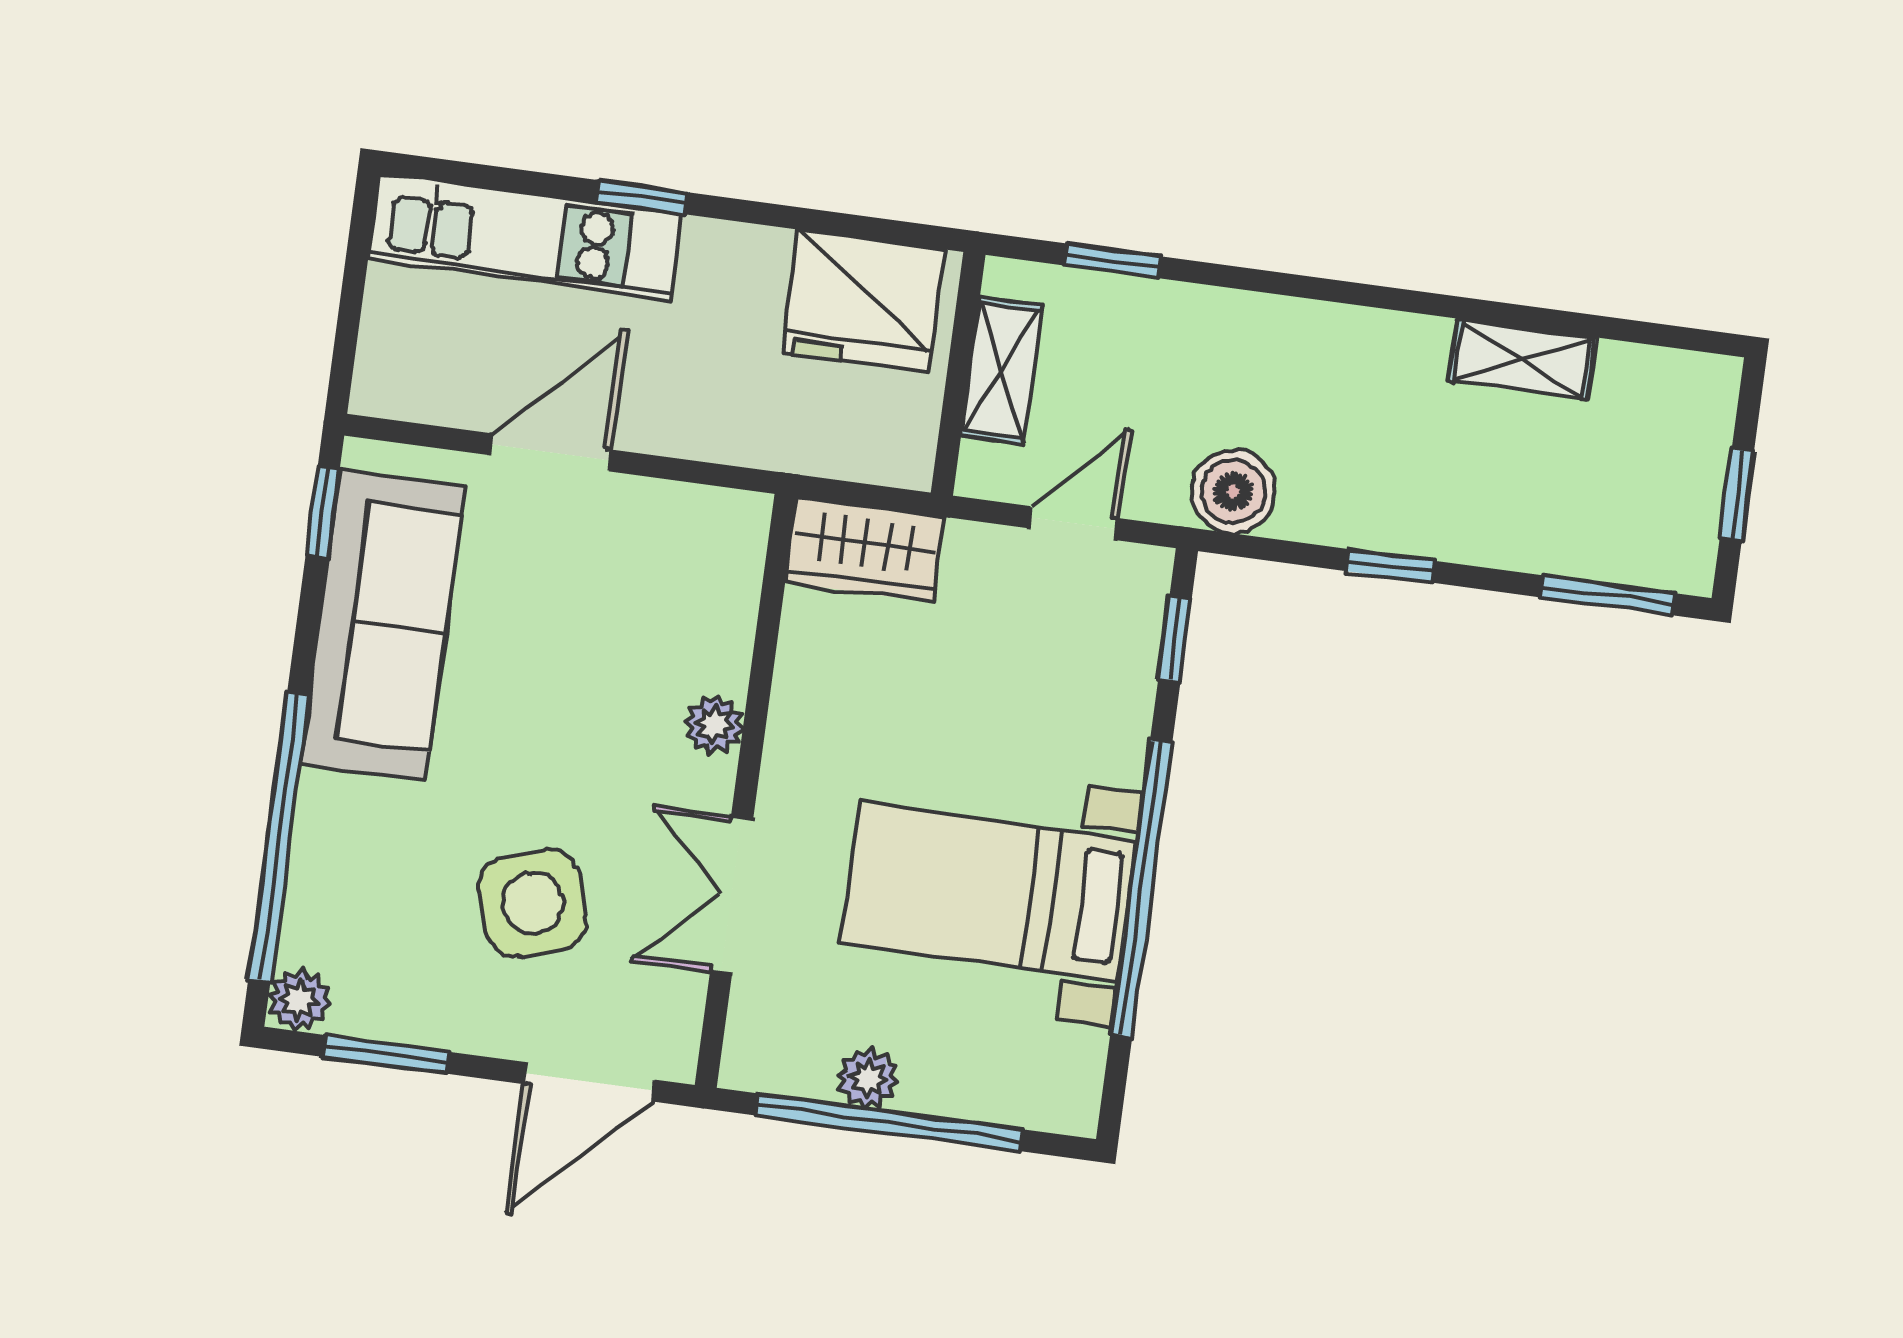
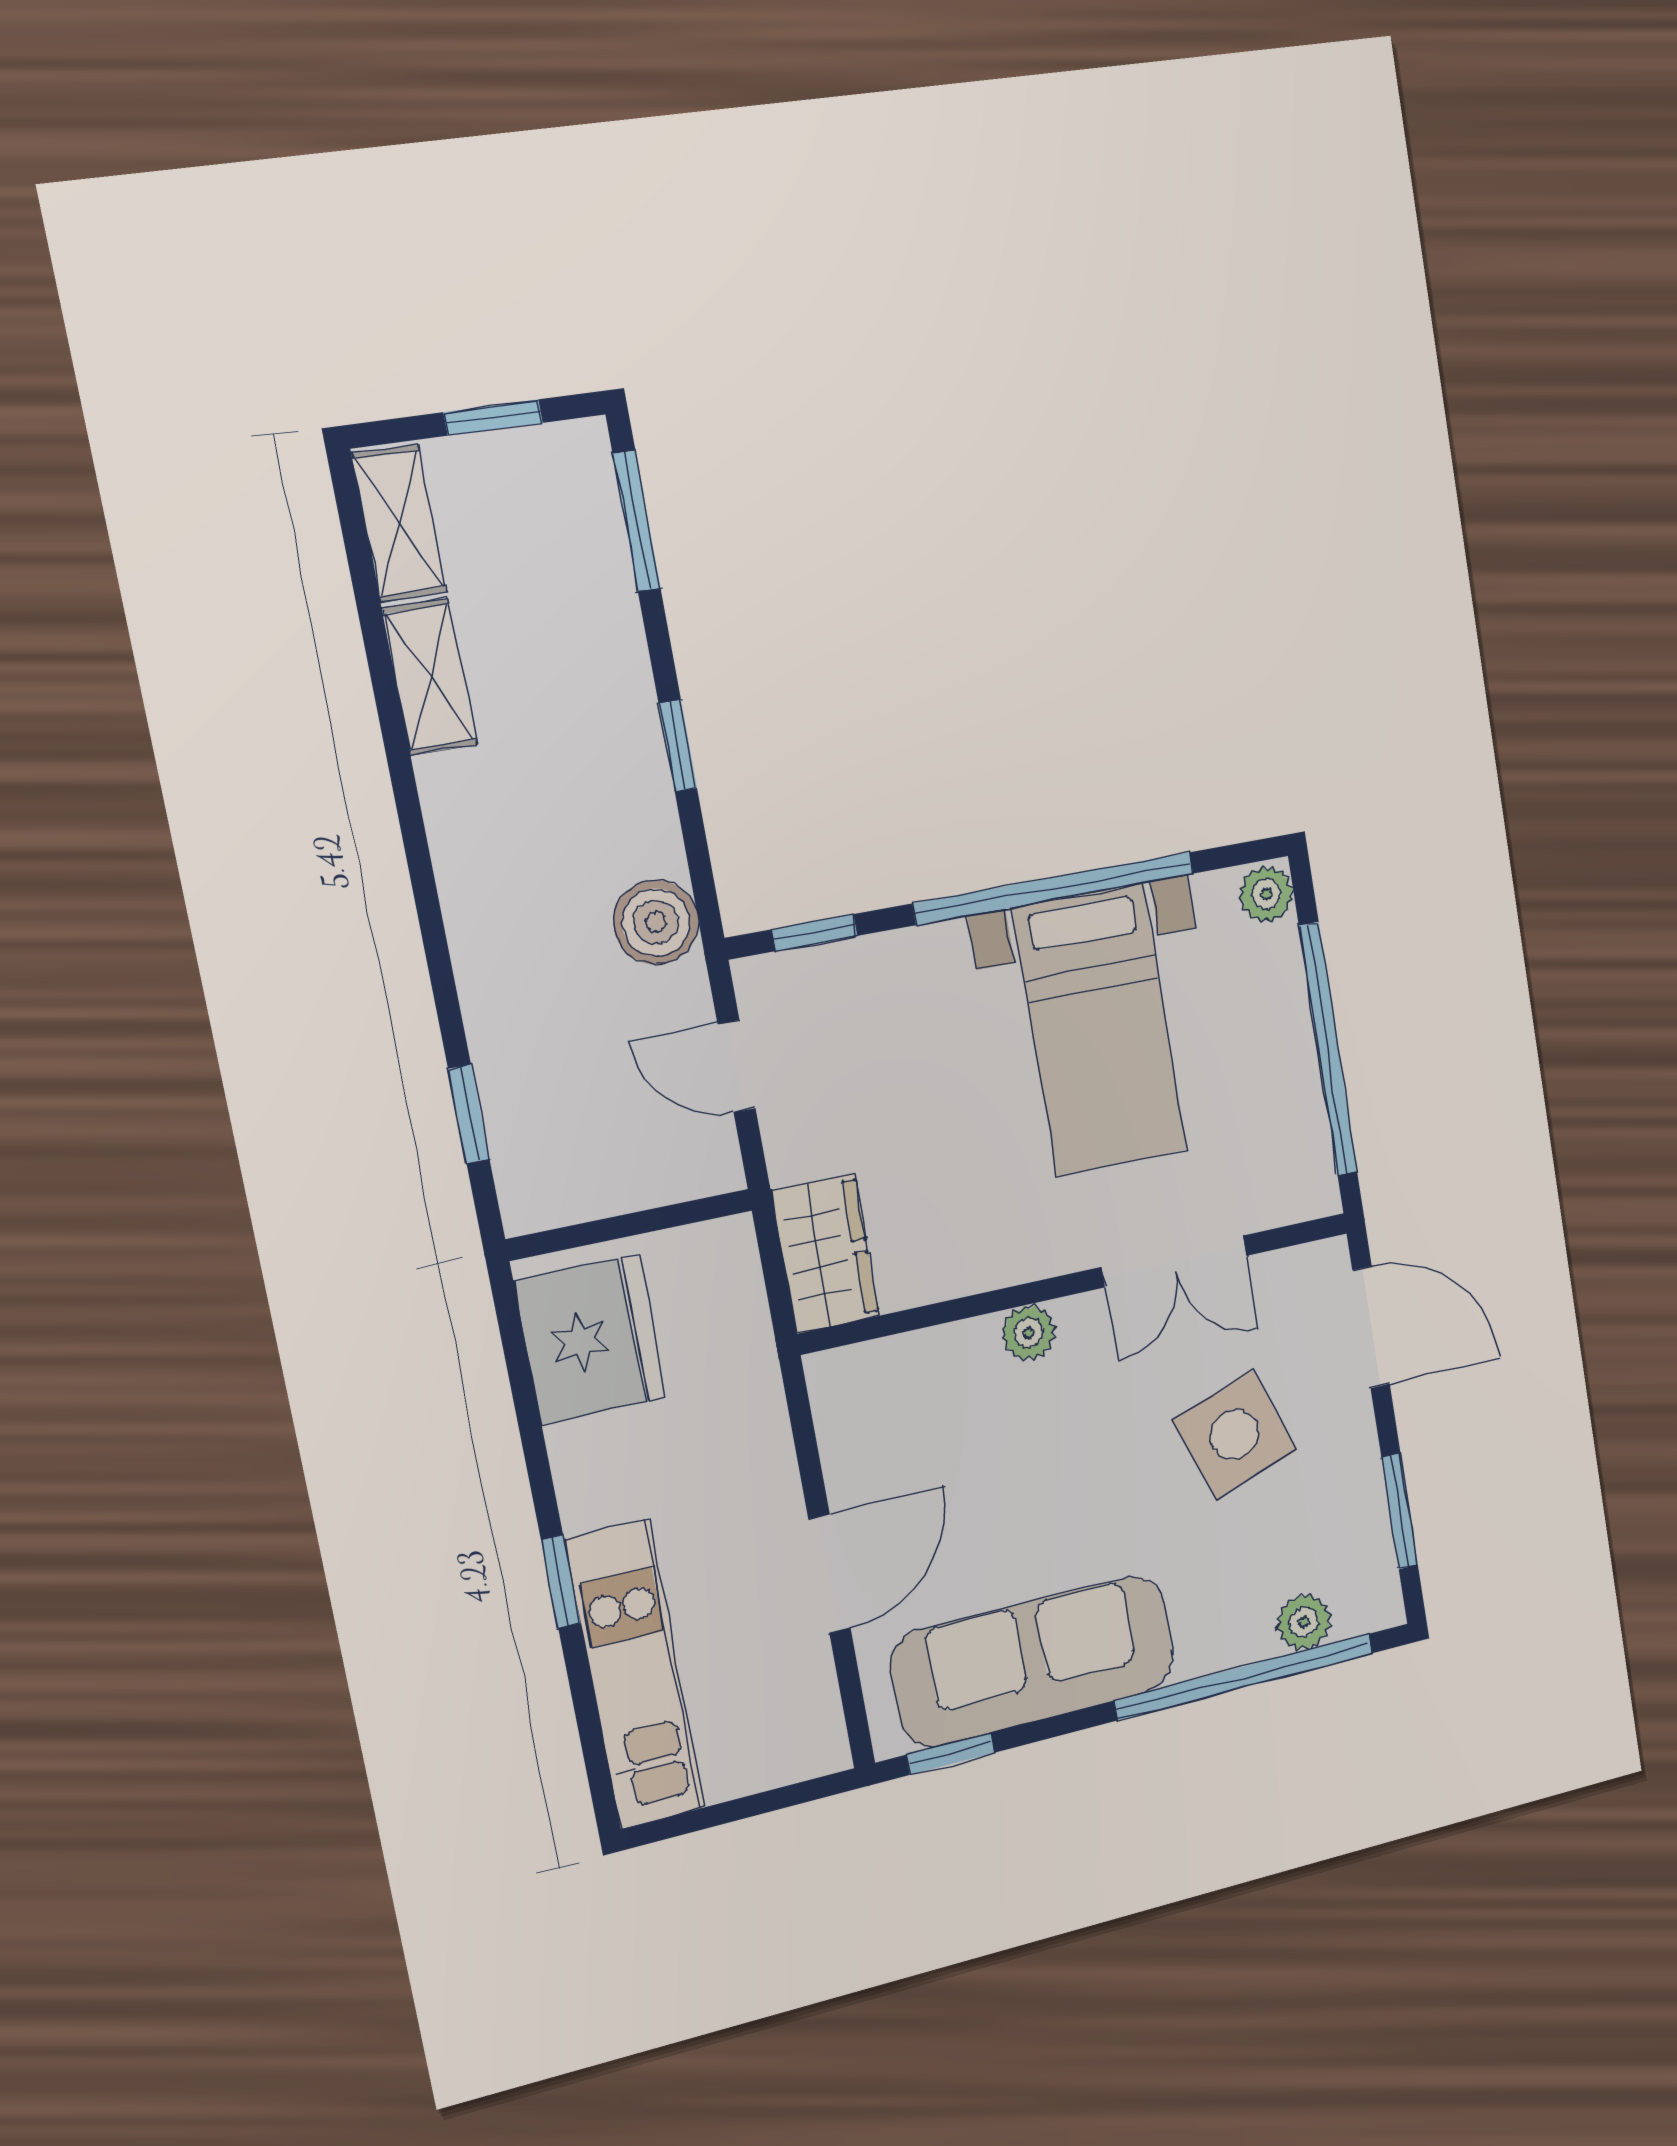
shelving: (1001, 371) -> (399, 523), moved, turned 90
door: (550, 452) -> (829, 1573), swing flipped
plant: (299, 1000) -> (1304, 1622), moved
plant: (868, 1078) -> (1266, 894), moved

